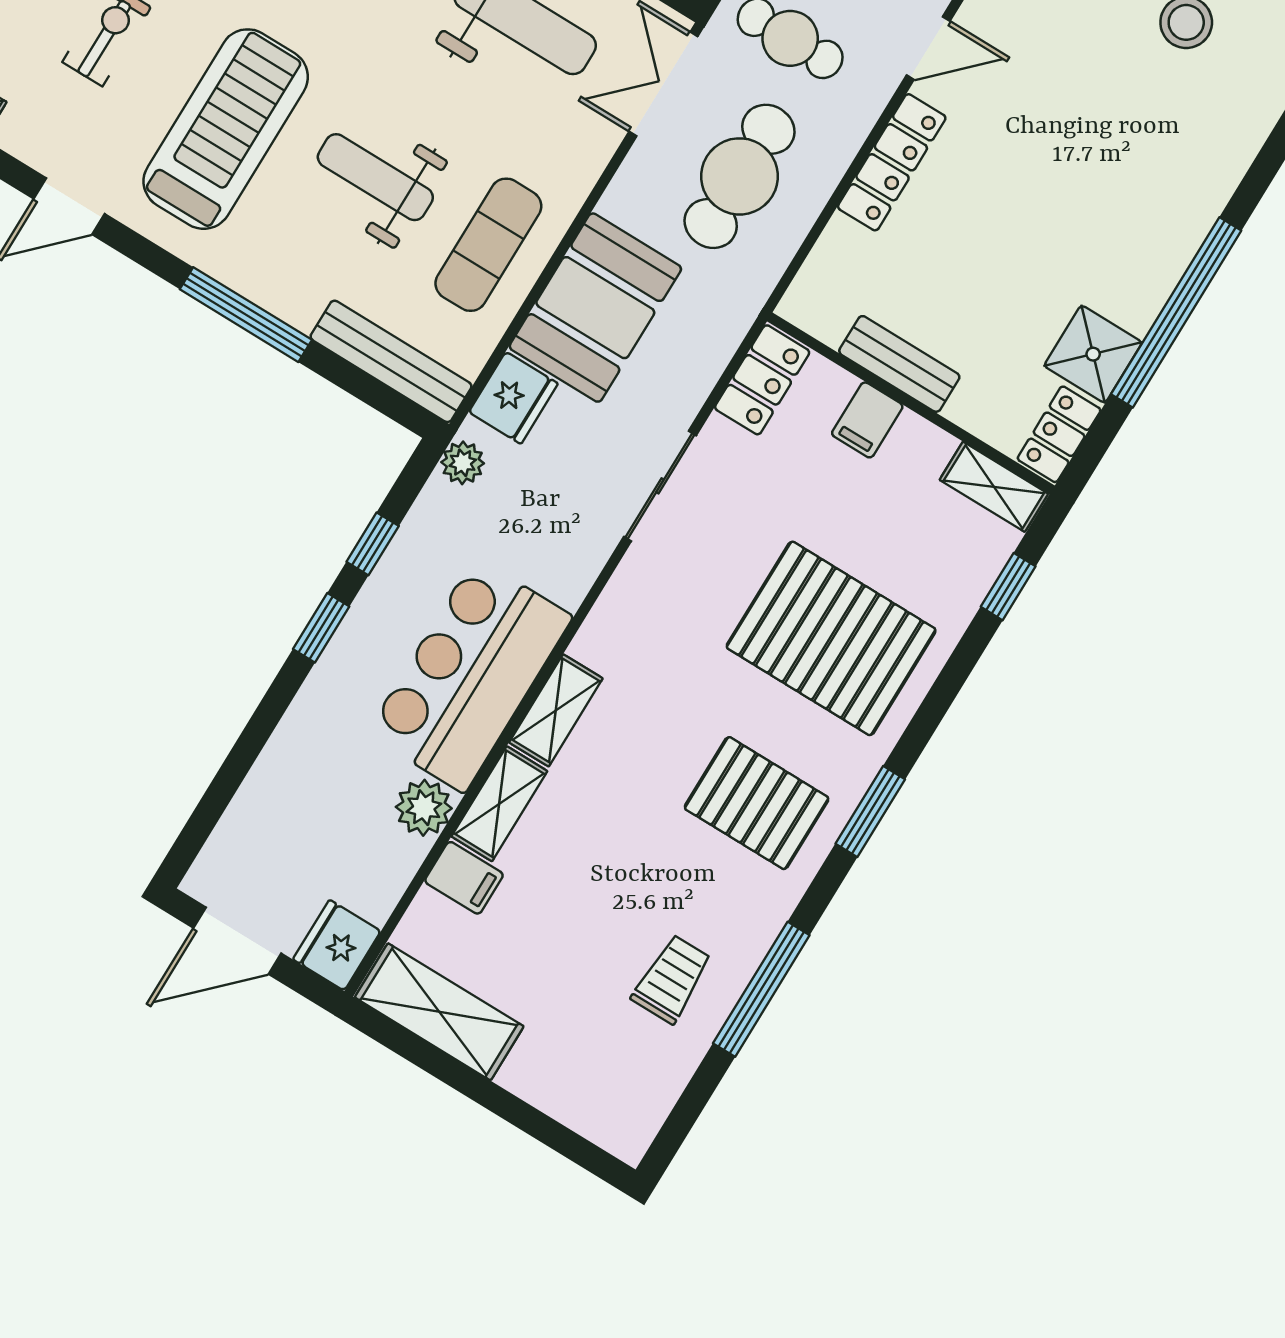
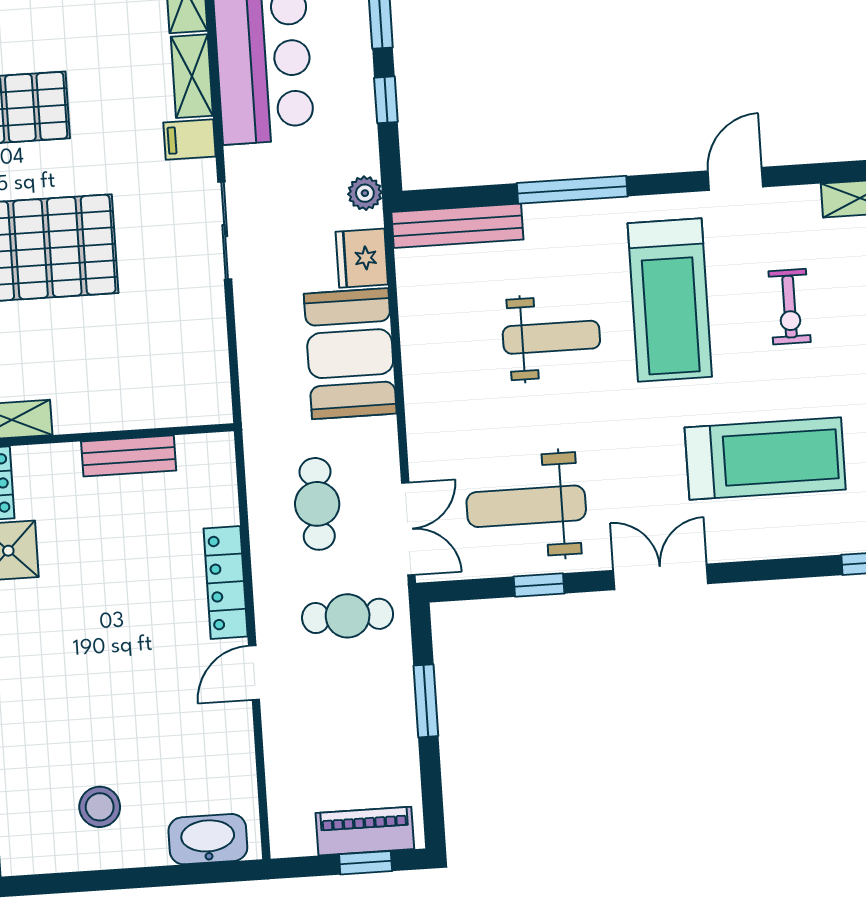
cafe table: (740, 176) -> (317, 504), width x0.73, depth x0.74
exercise mat: (488, 245) -> (448, 345), removed
locker: (762, 380) -> (210, 383), removed
filing cabinet: (867, 420) -> (189, 139), moved, turned -90
sliding door: (660, 486) -> (225, 231), moved

